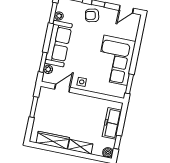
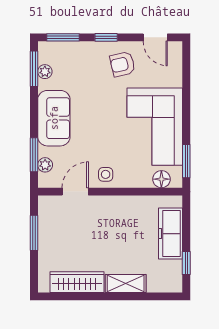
door: (126, 9) -> (155, 37), hinge flipped
armchair: (92, 15) -> (123, 64), moved
sofa: (59, 44) -> (54, 118), width x0.73
floor lamp: (113, 91) -> (161, 179), added
boiler: (108, 153) -> (174, 284), removed

